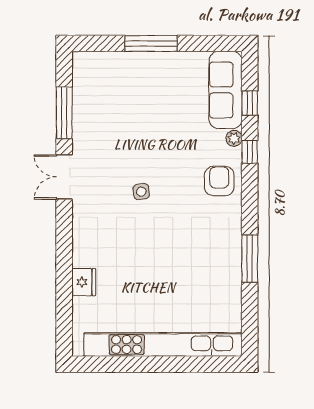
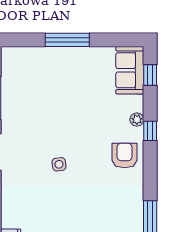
sofa: (225, 90) -> (130, 70), width x0.73
window: (250, 103) -> (150, 75), moved

